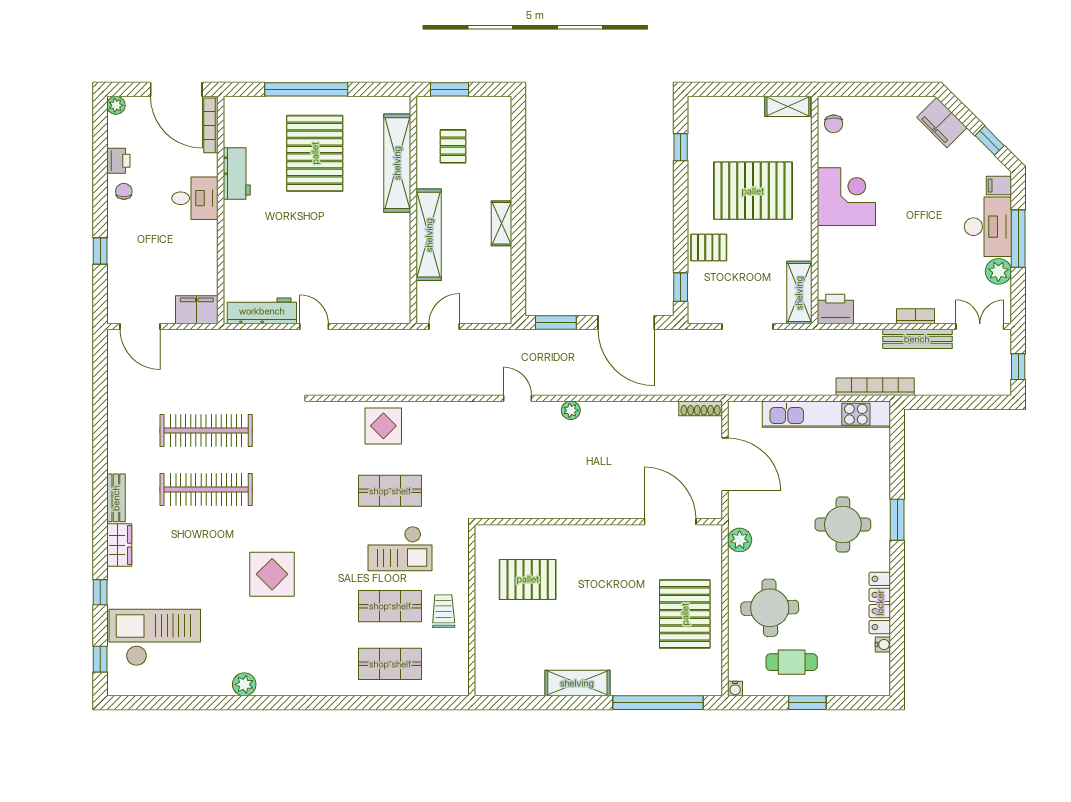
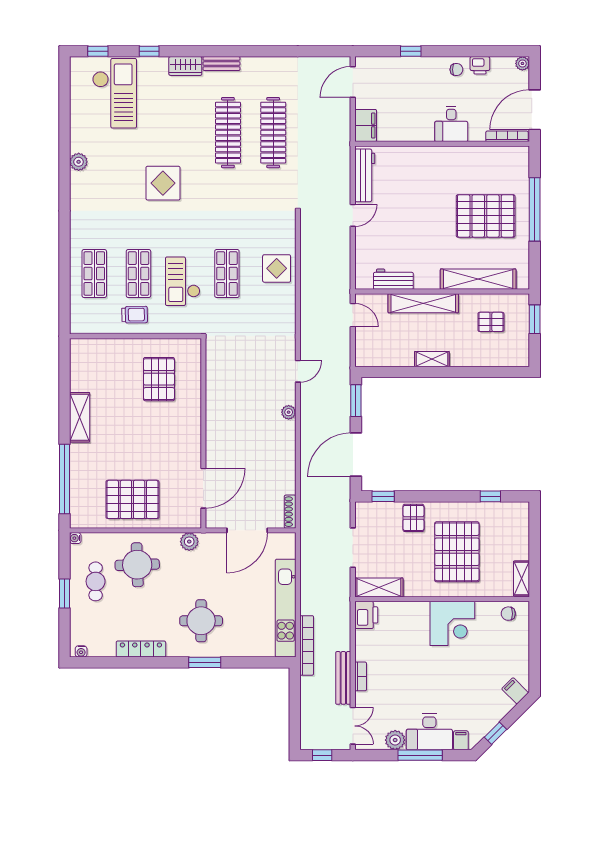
filing cabinet: (942, 123) -> (515, 691), width x0.50
workbench: (237, 173) -> (393, 279), moved, turned 180
water cooler: (883, 644) -> (81, 651), moved

